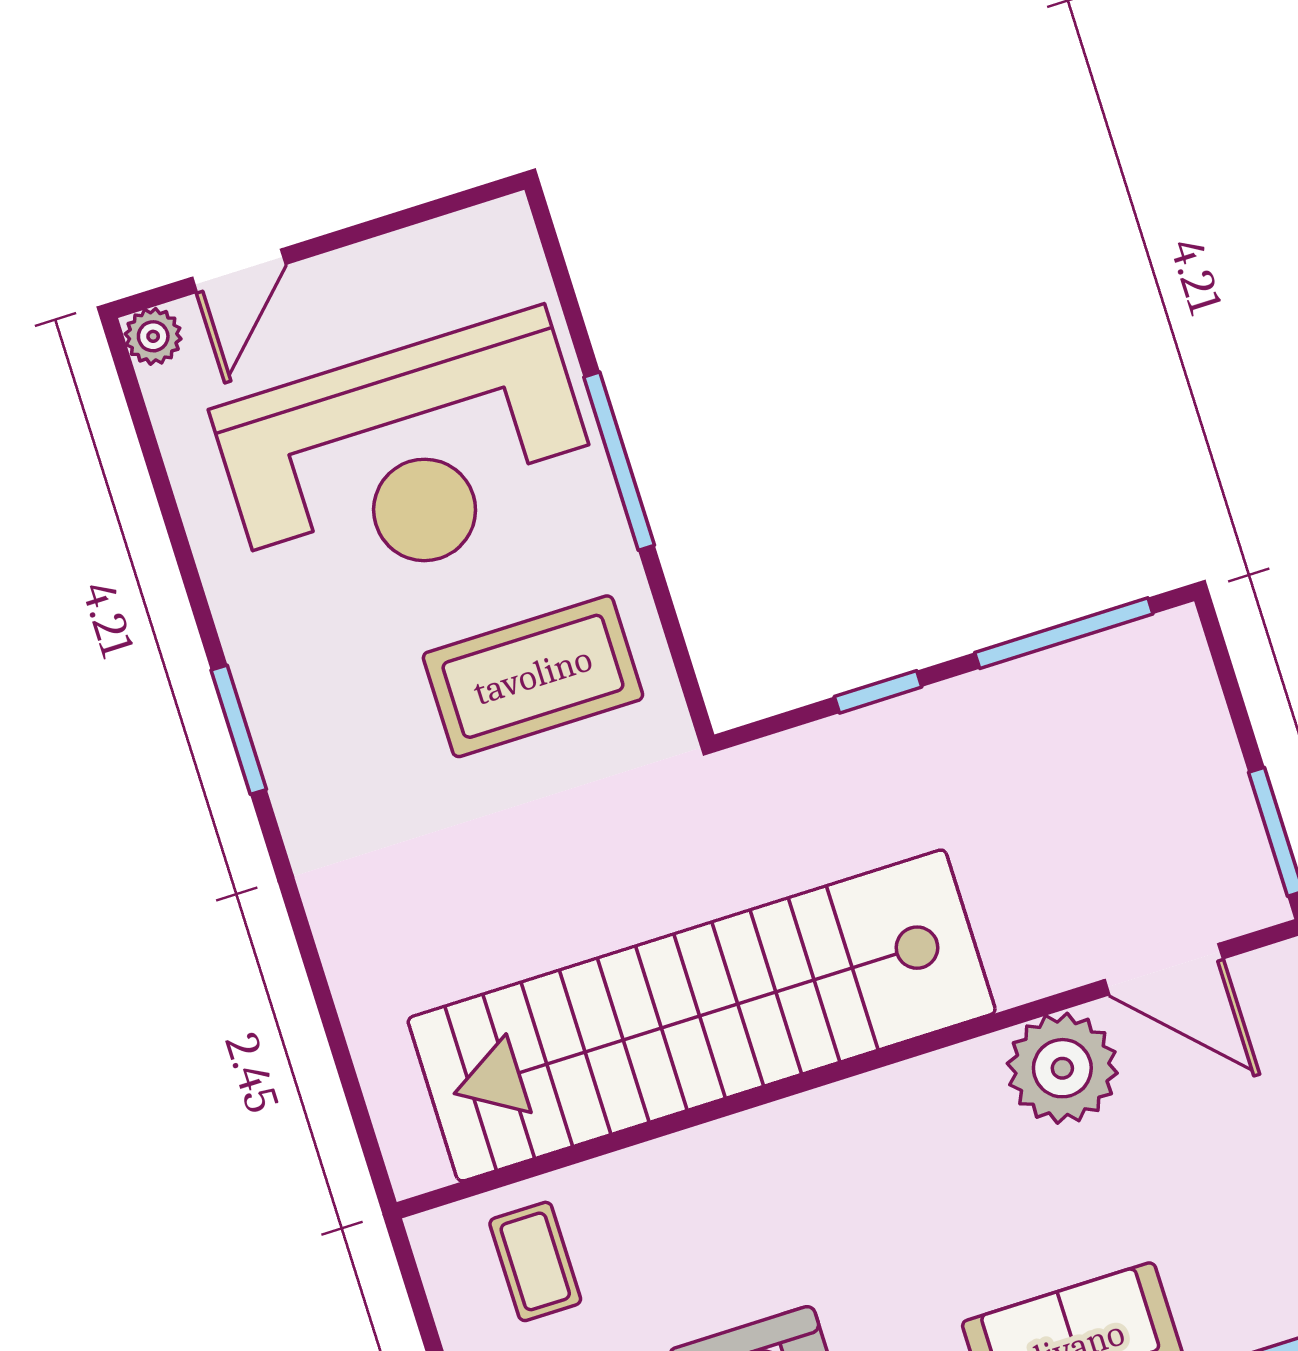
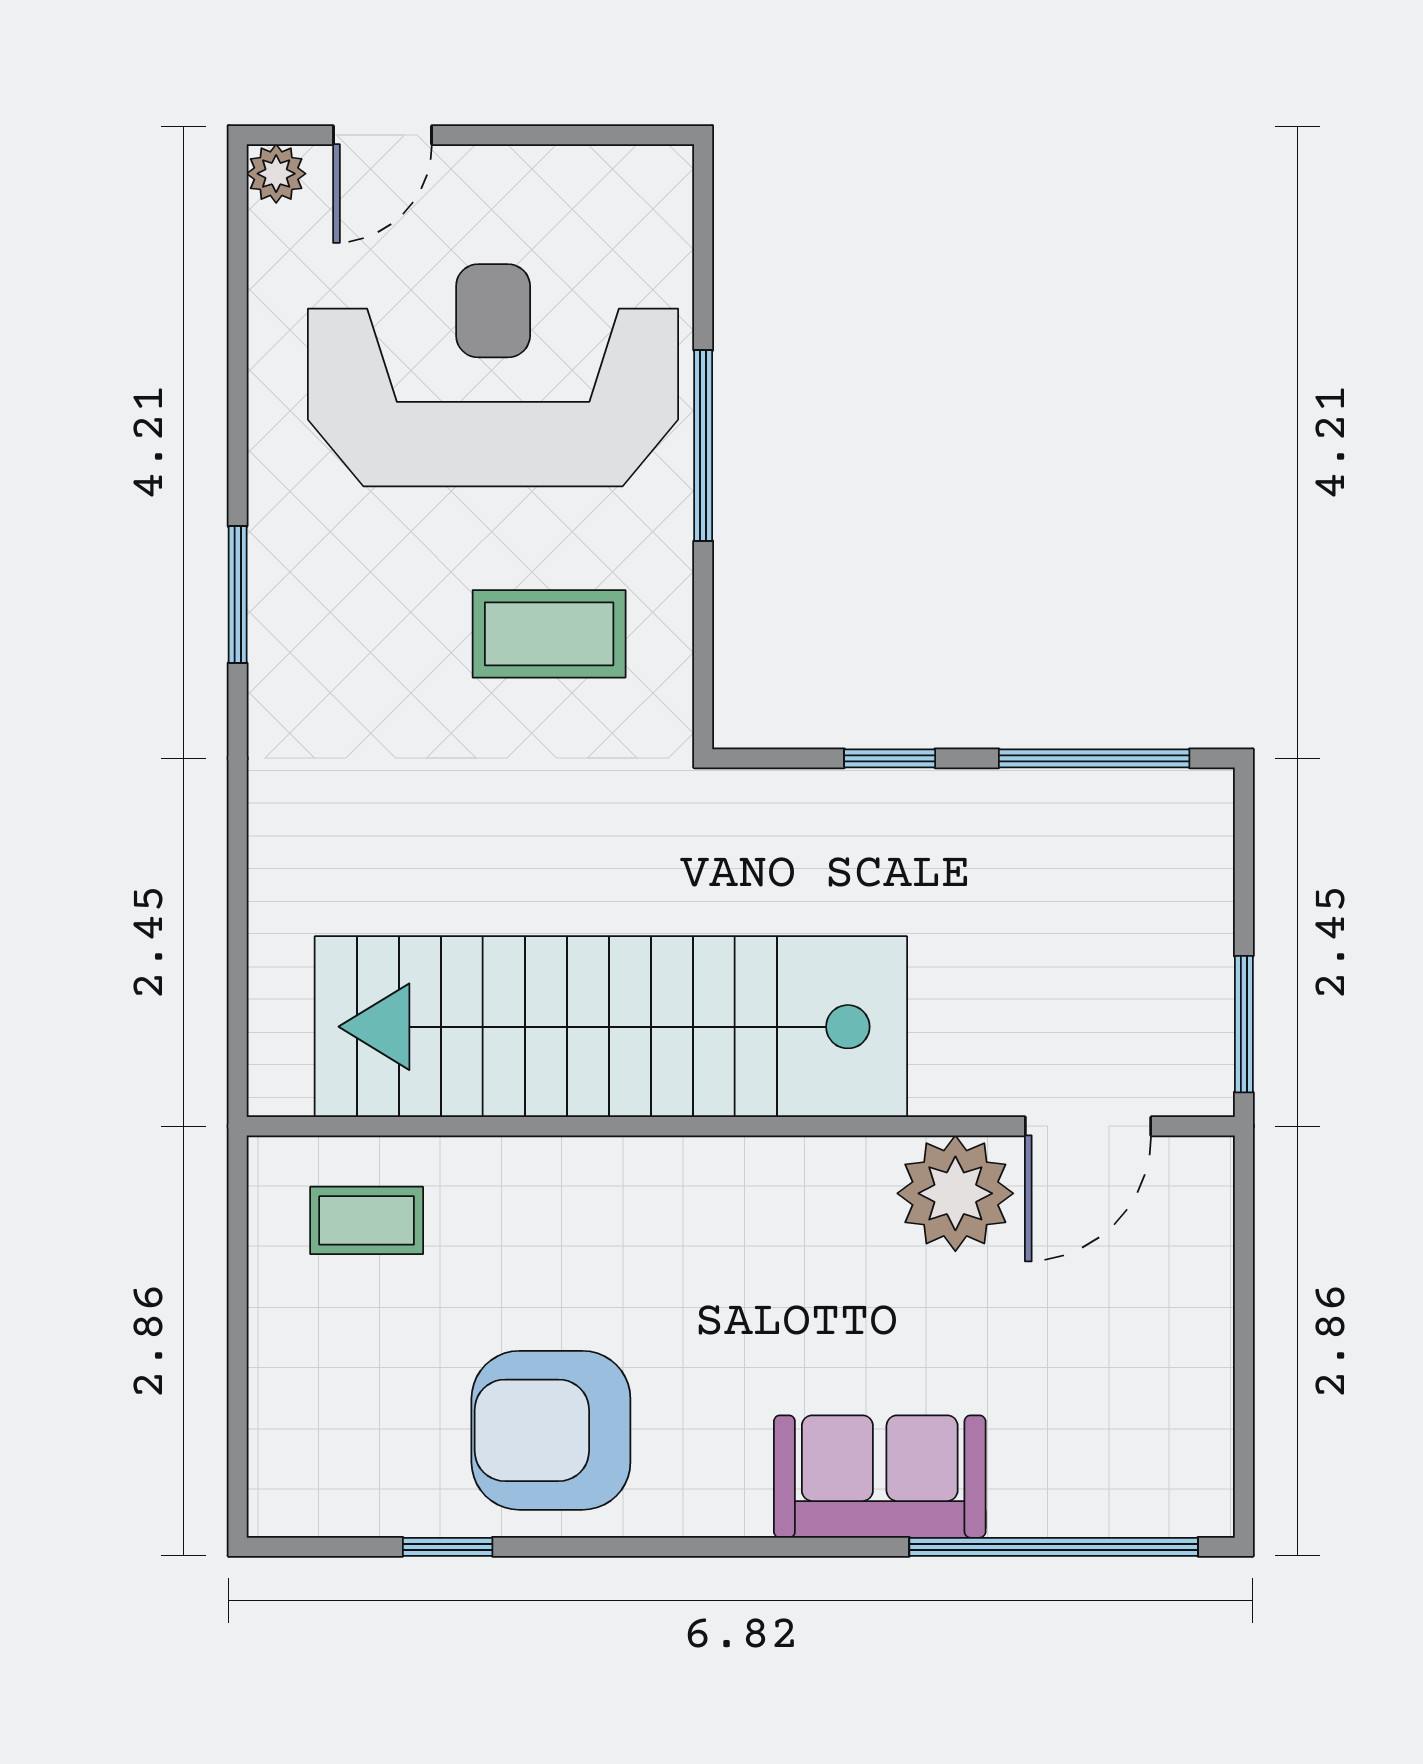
reception desk: (408, 457) -> (493, 375), turned 180
coffee table: (533, 676) -> (549, 634), width x0.73, depth x0.76
door: (1164, 969) -> (1088, 1126), hinge flipped
coffee table: (535, 1261) -> (367, 1220), turned 90

